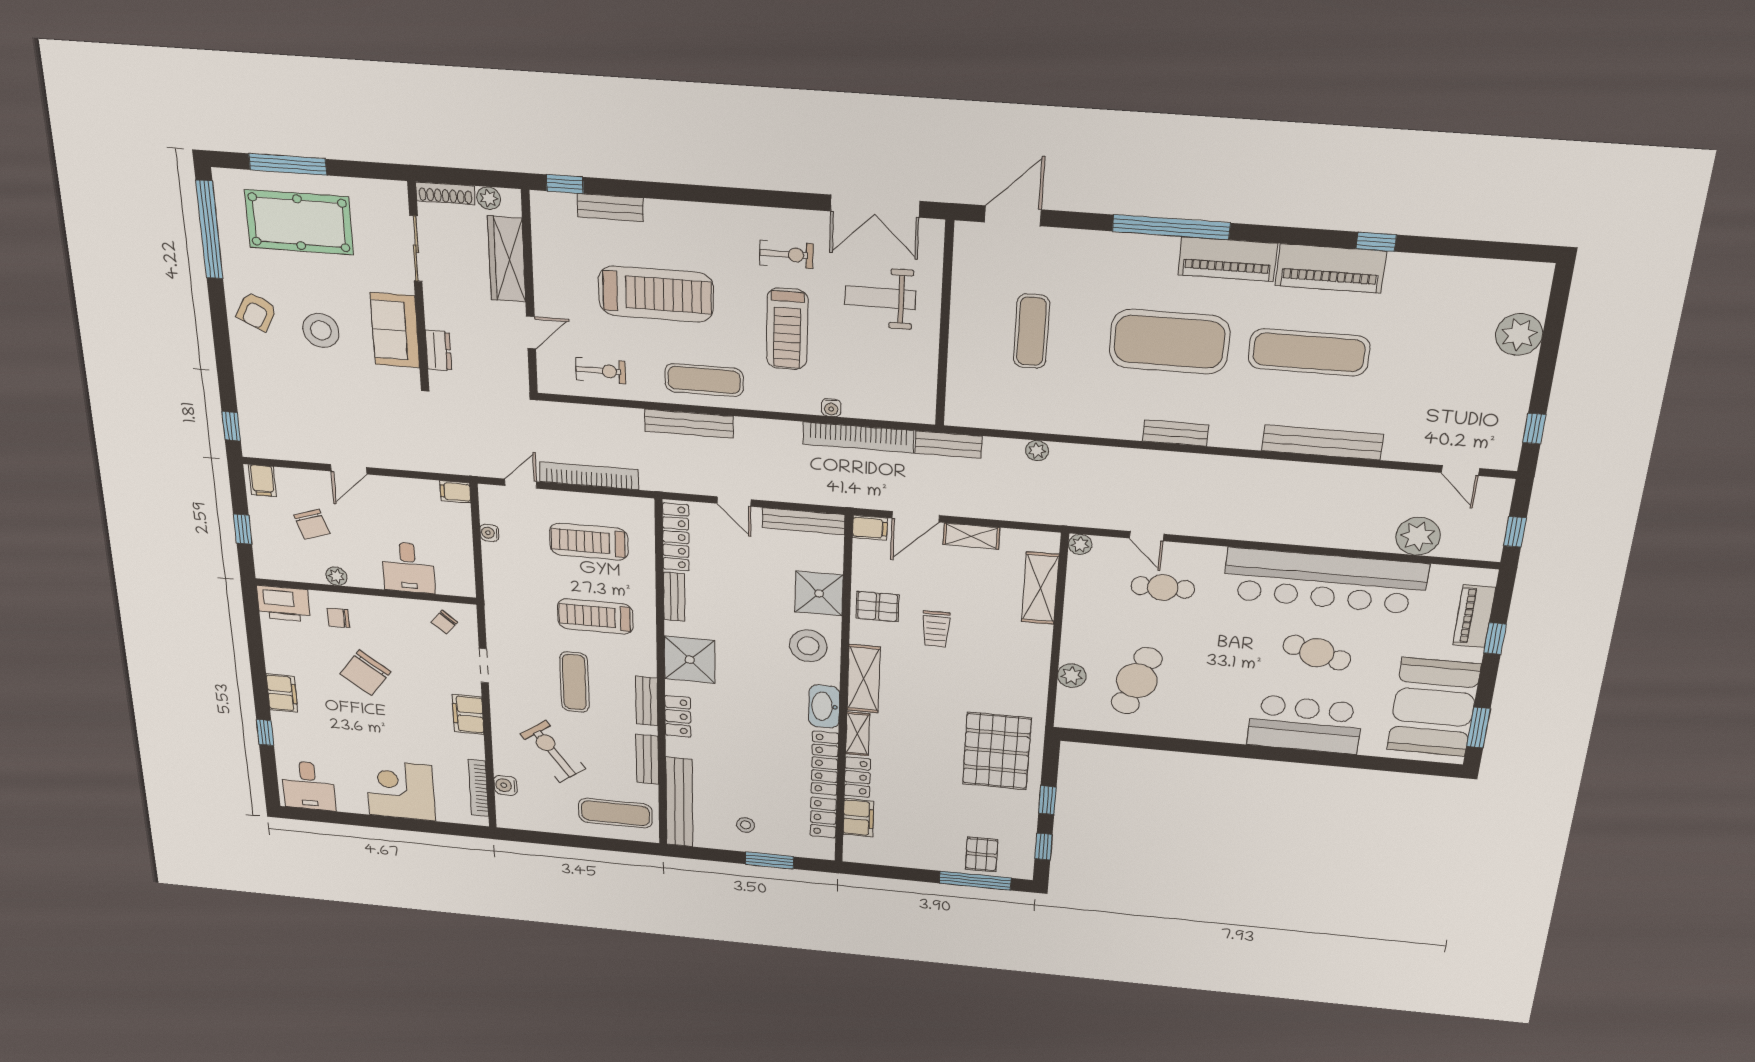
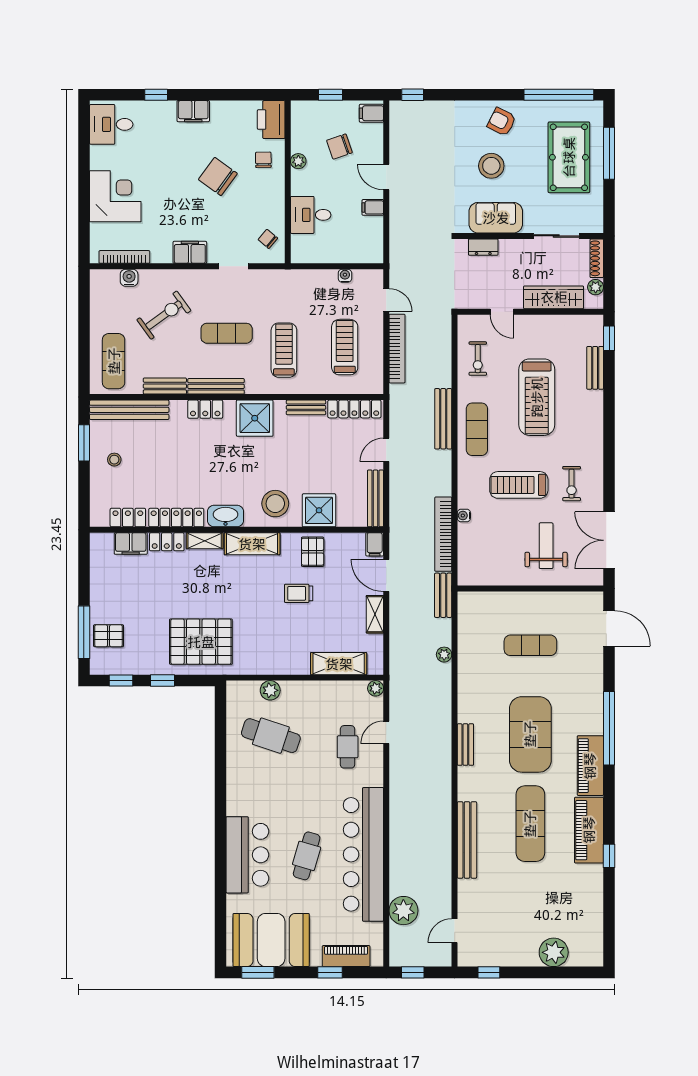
filing cabinet: (455, 492) -> (373, 207), moved, turned -90
bench: (647, 701) -> (216, 386), width x1.36
window: (770, 860) -> (84, 443), moved

